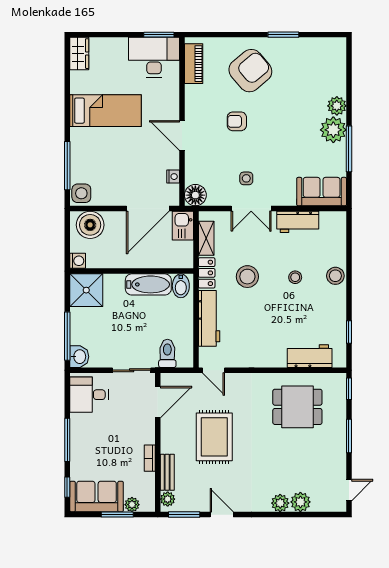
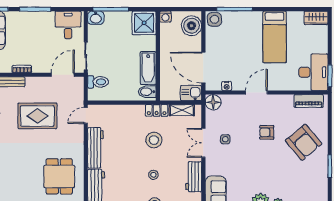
armchair: (237, 121) -> (267, 132), turned -90
workbench: (209, 318) -> (95, 148), moved, turned -90
door: (158, 402) -> (63, 75), swing flipped

